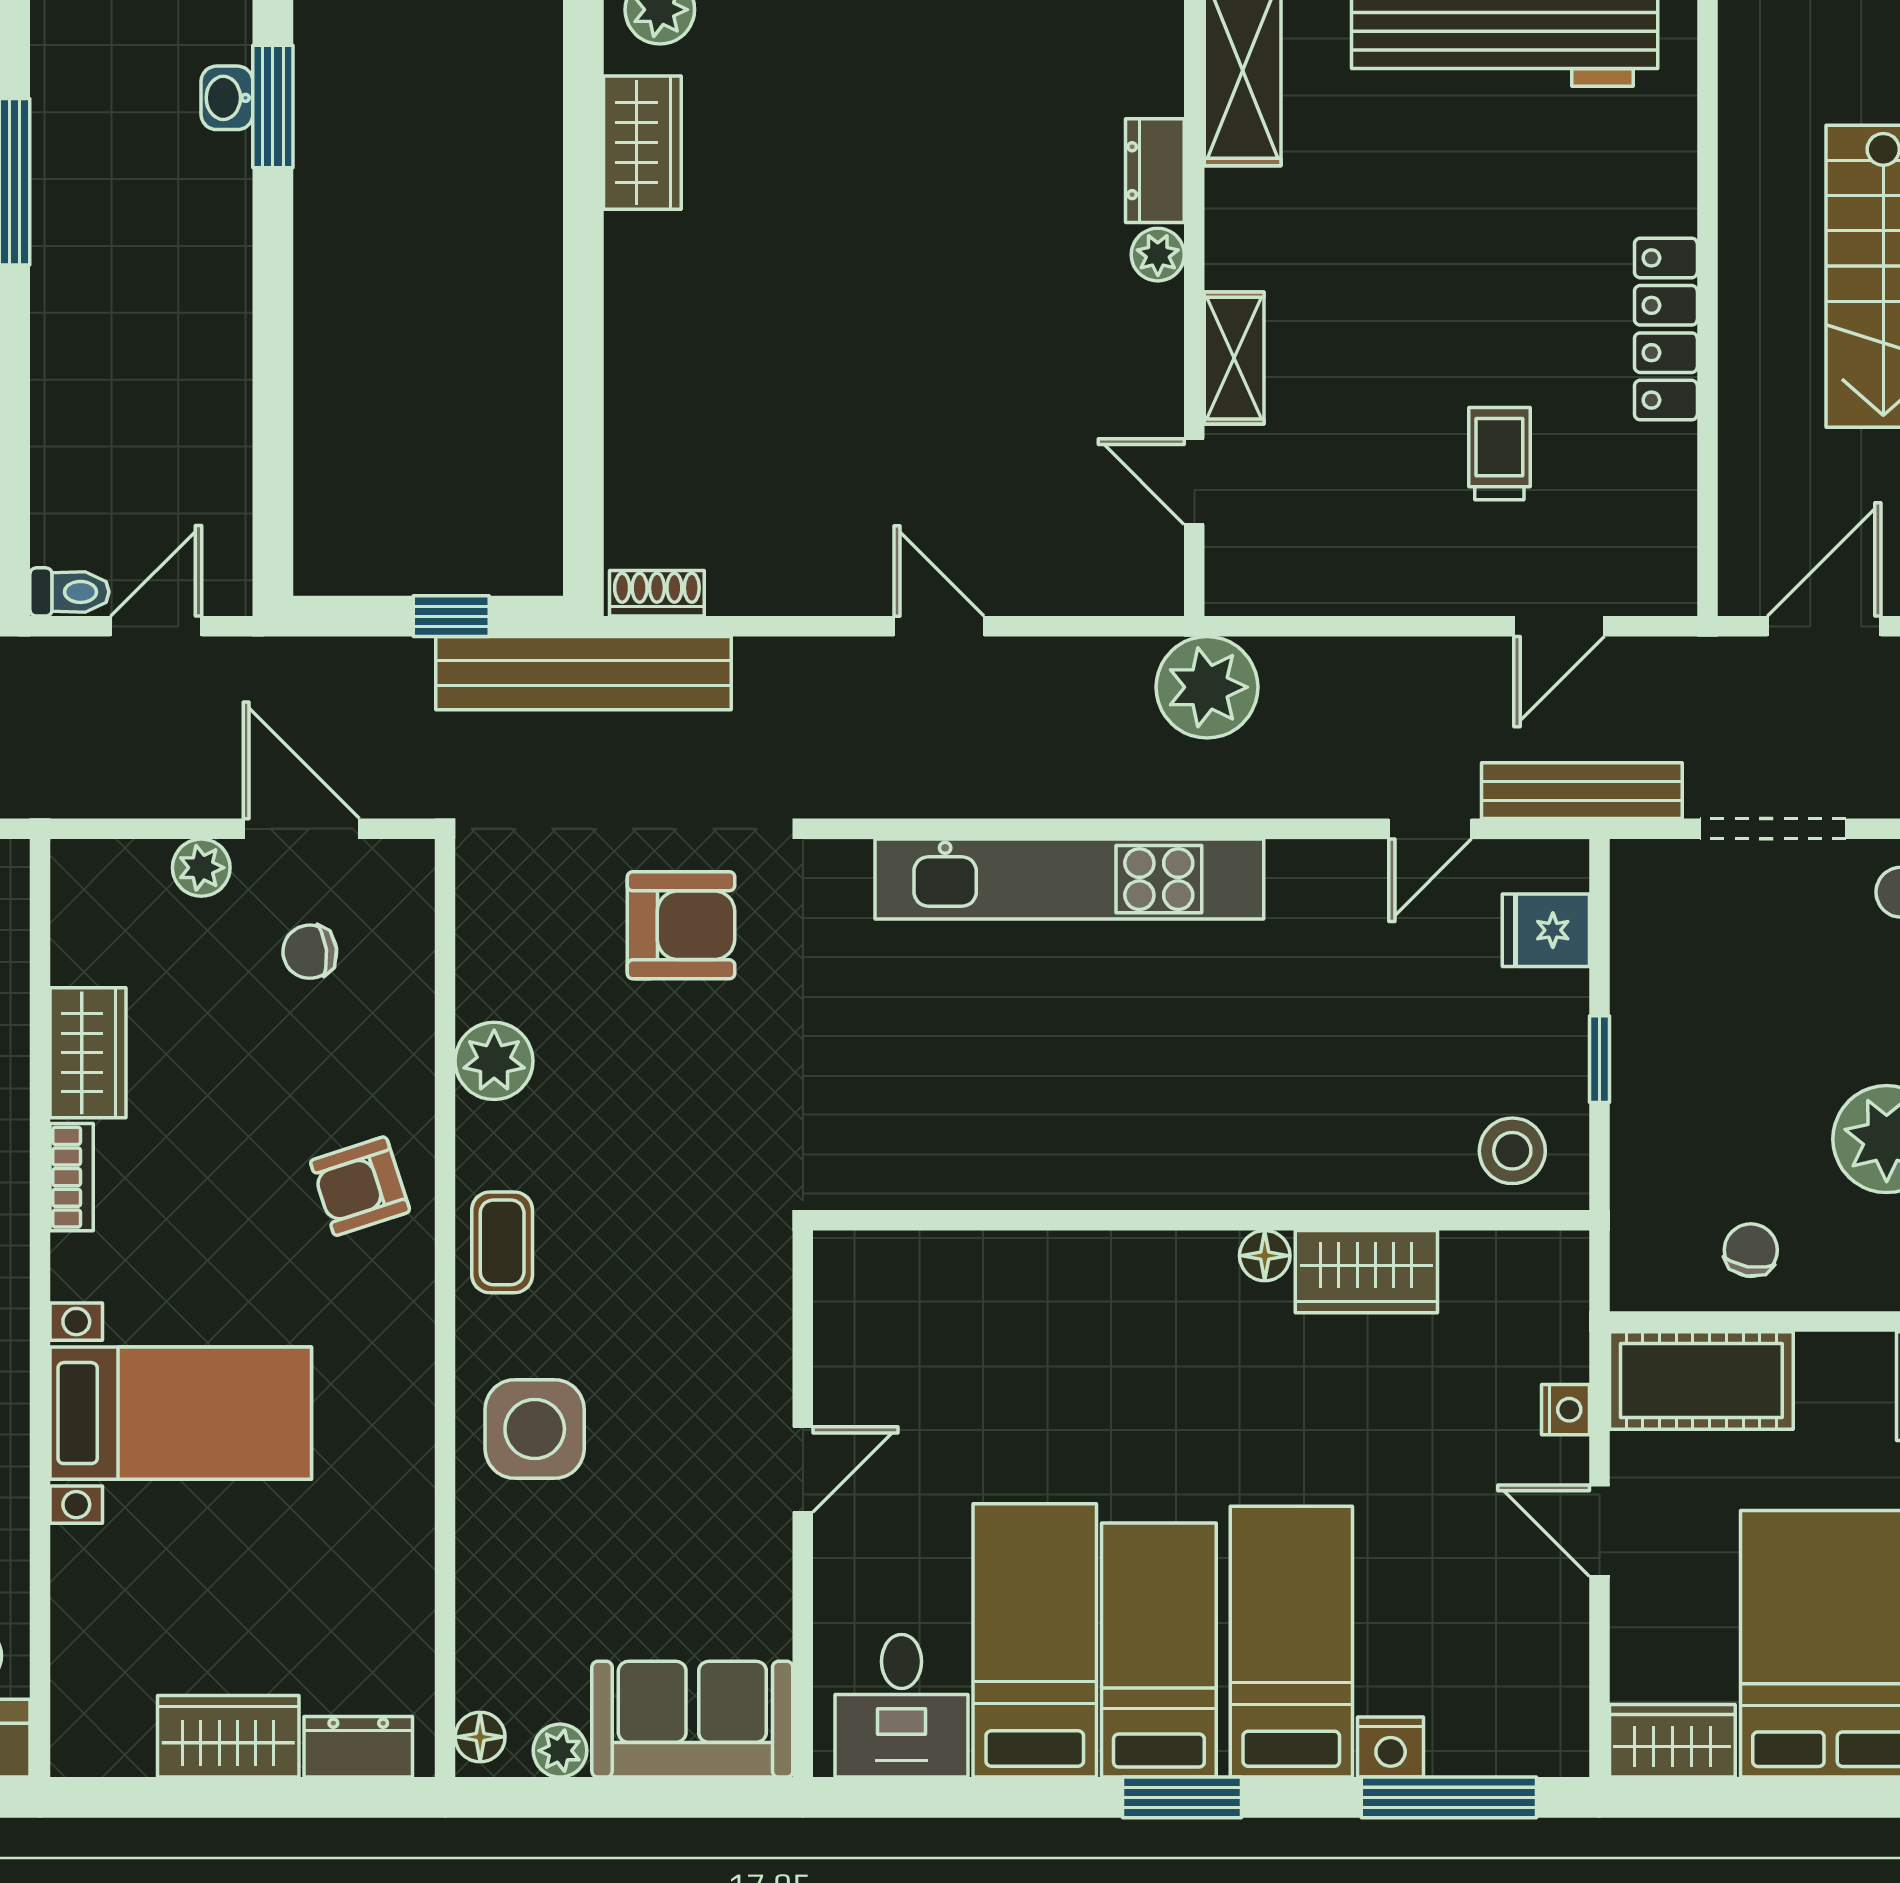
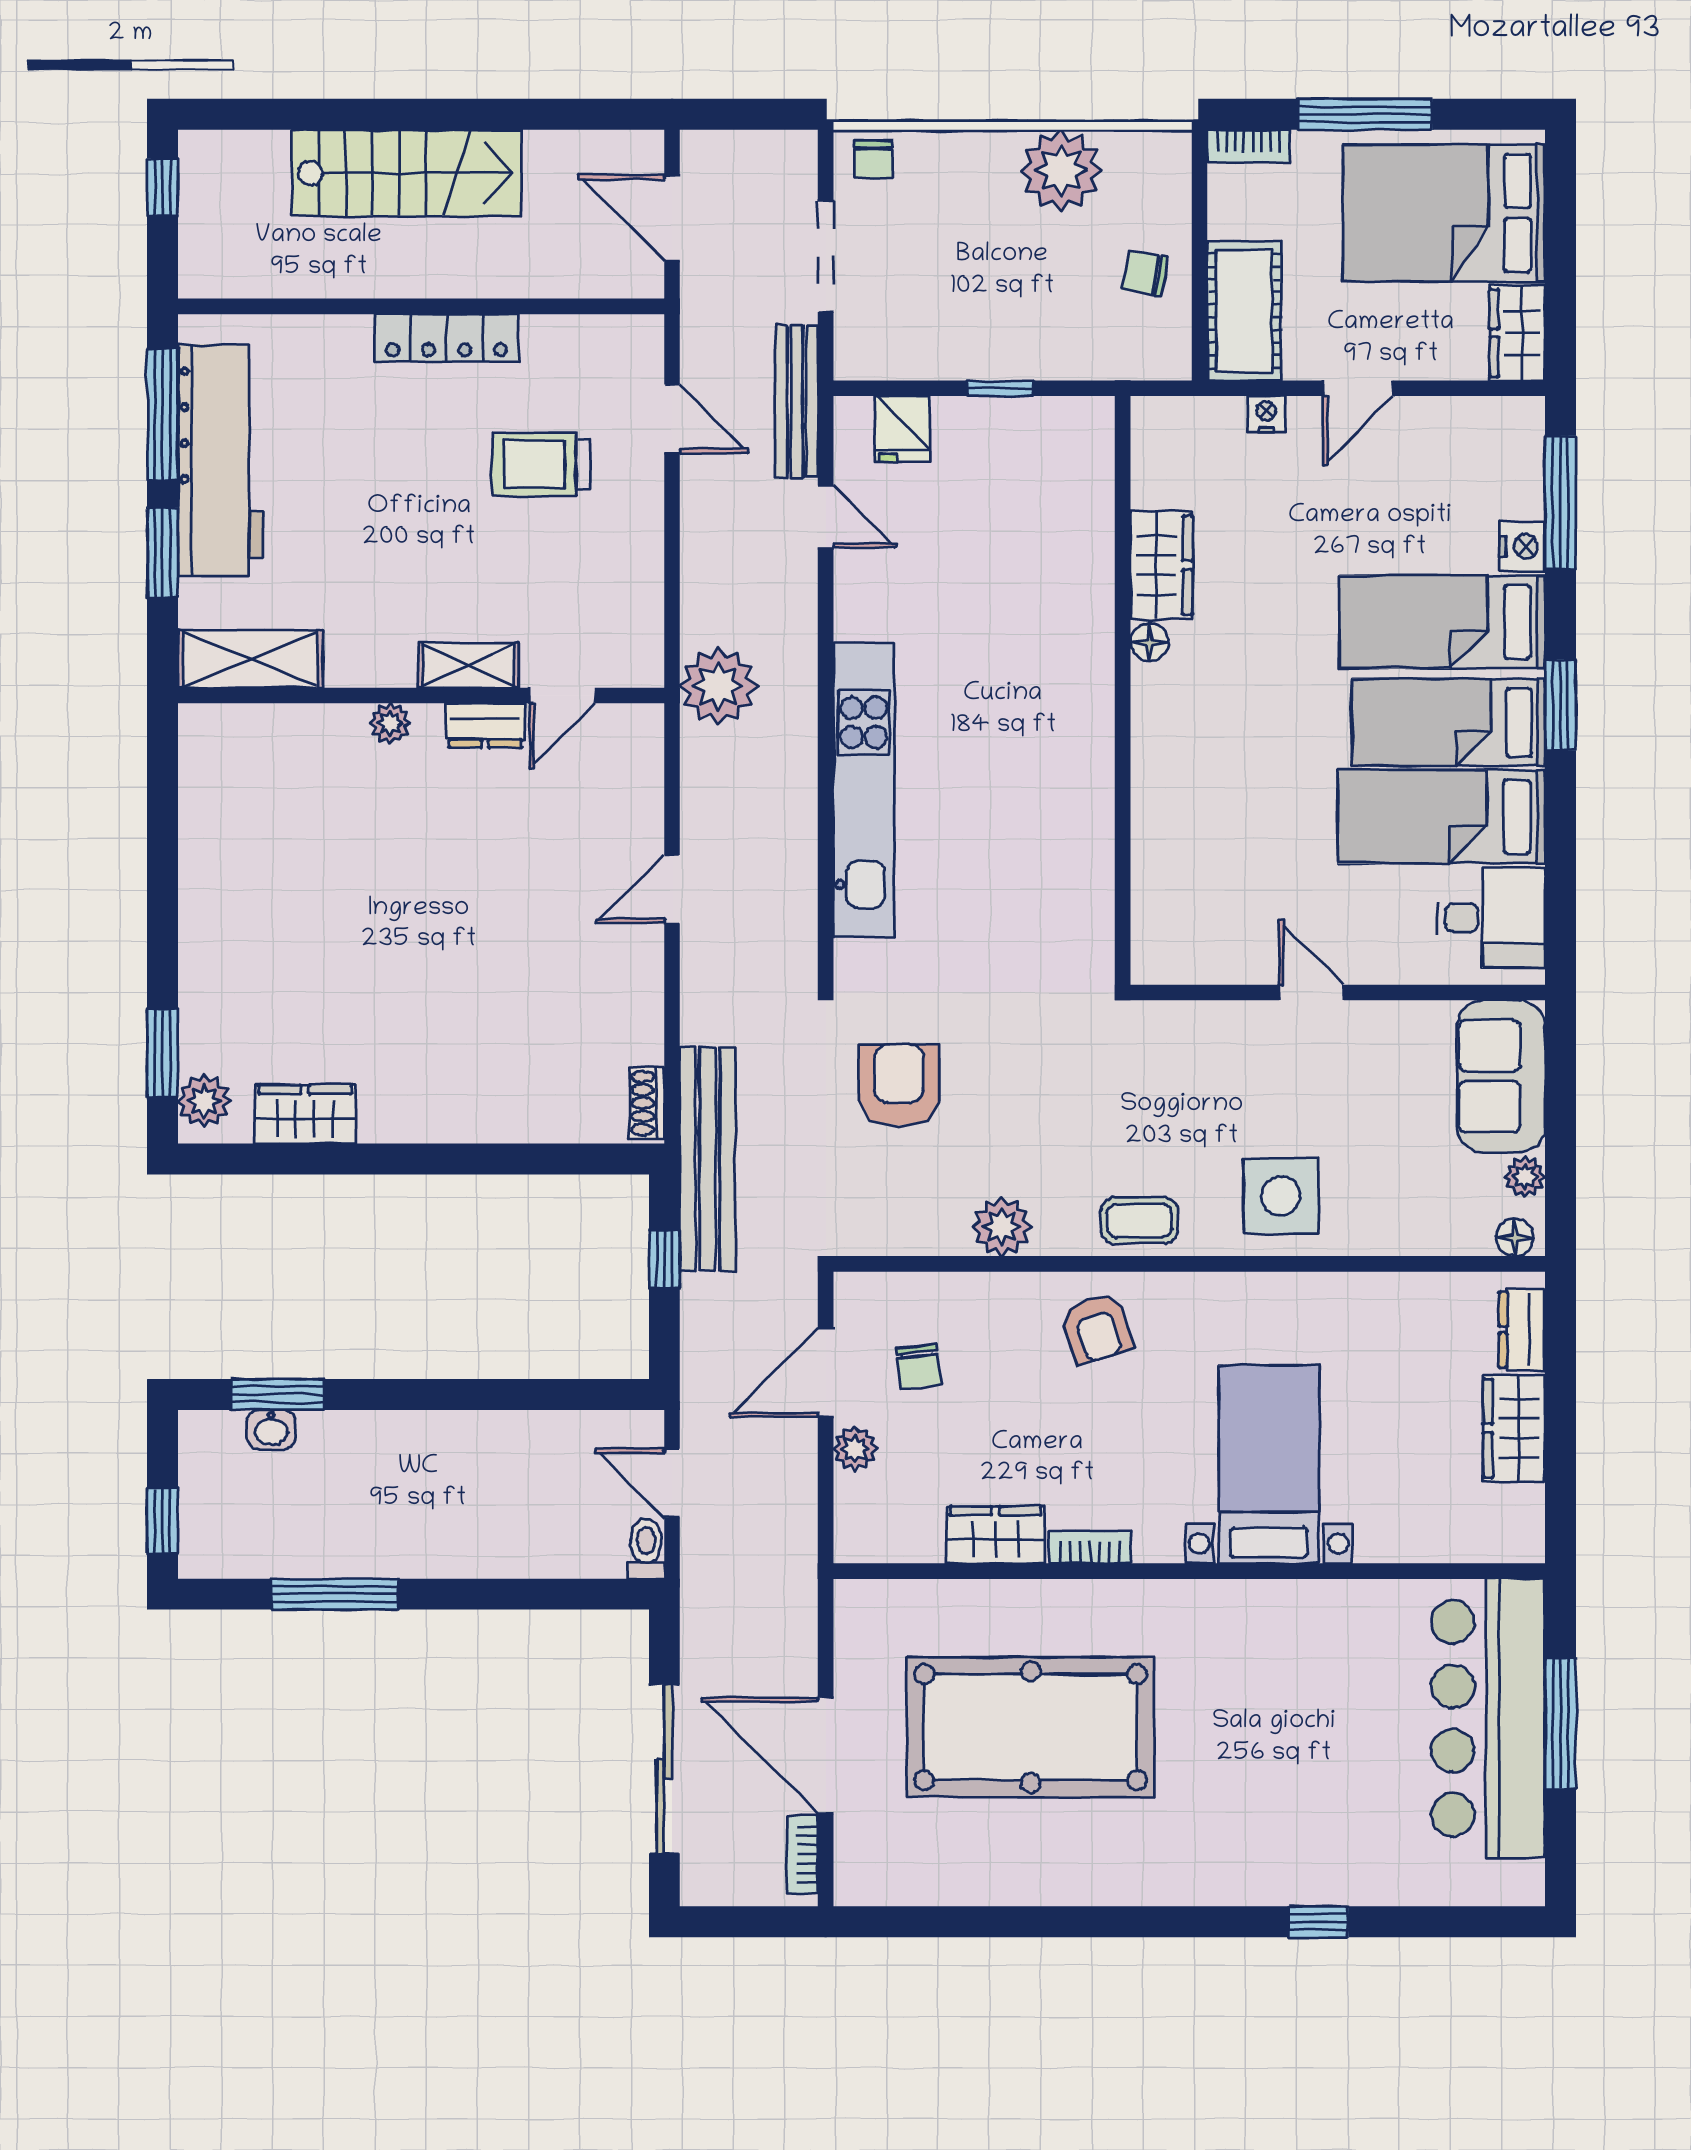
dresser: (1155, 171) -> (485, 725), moved
trolley: (1499, 454) -> (541, 464), width x1.36, depth x1.39
stool: (1512, 1151) -> (1070, 454), removed

